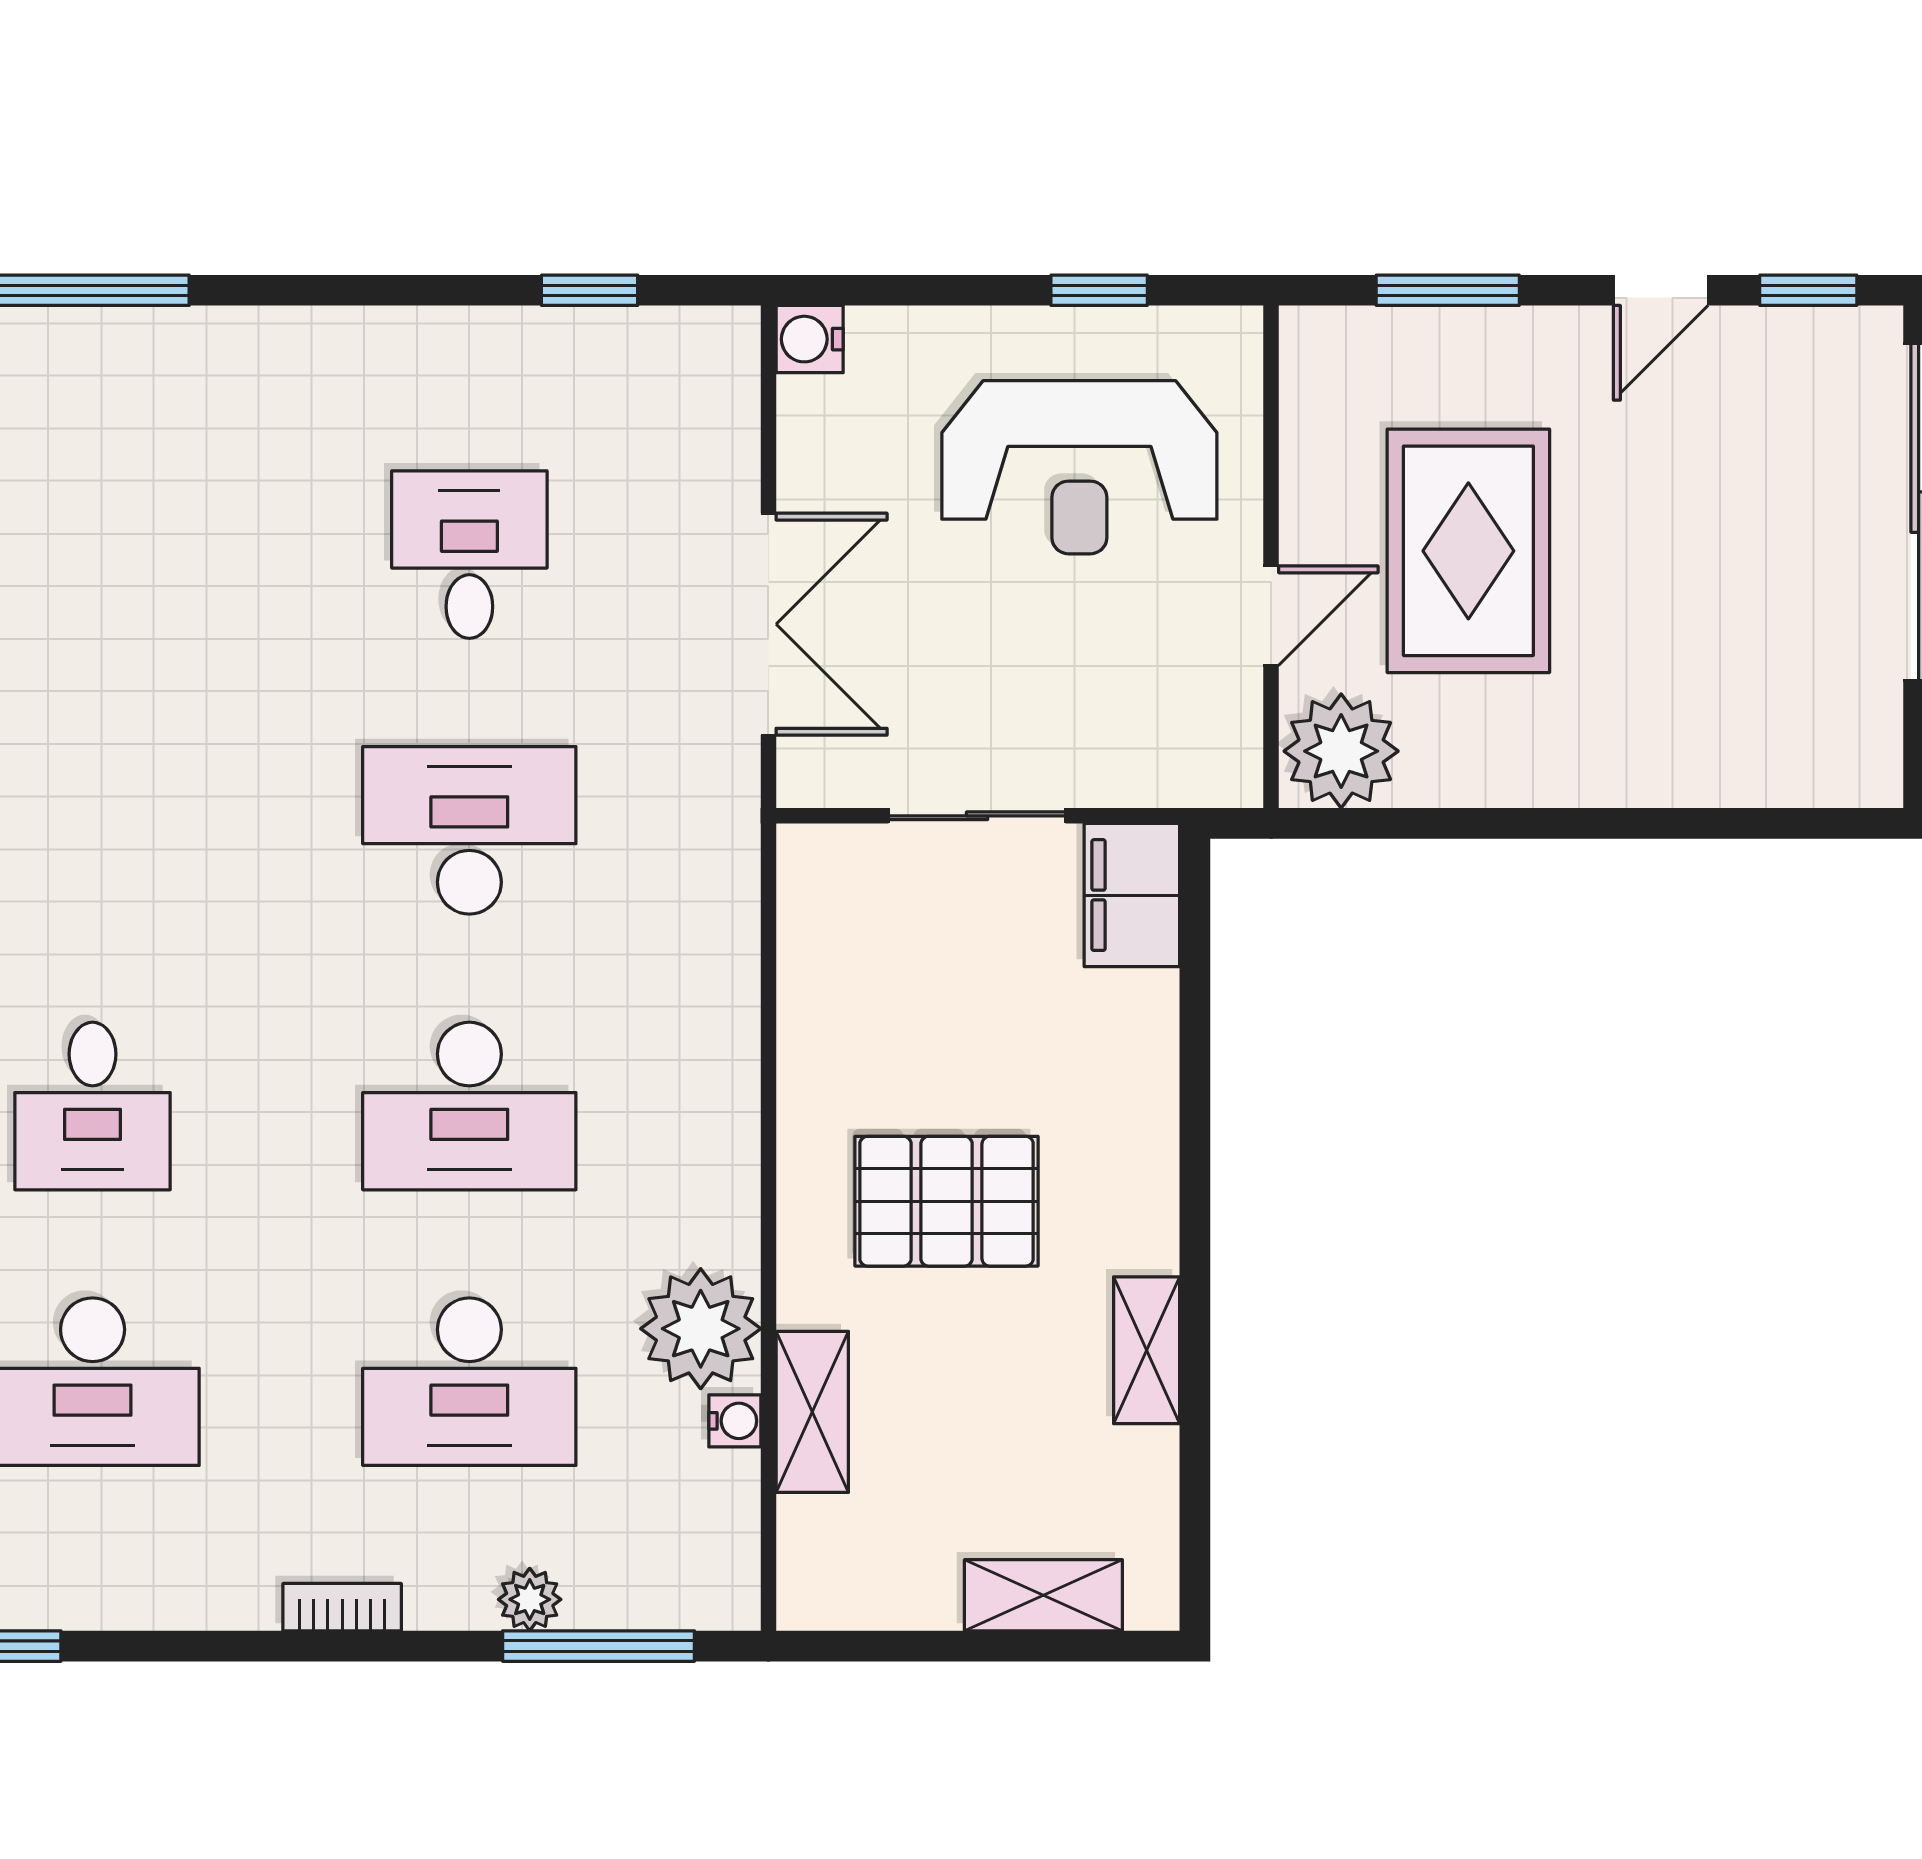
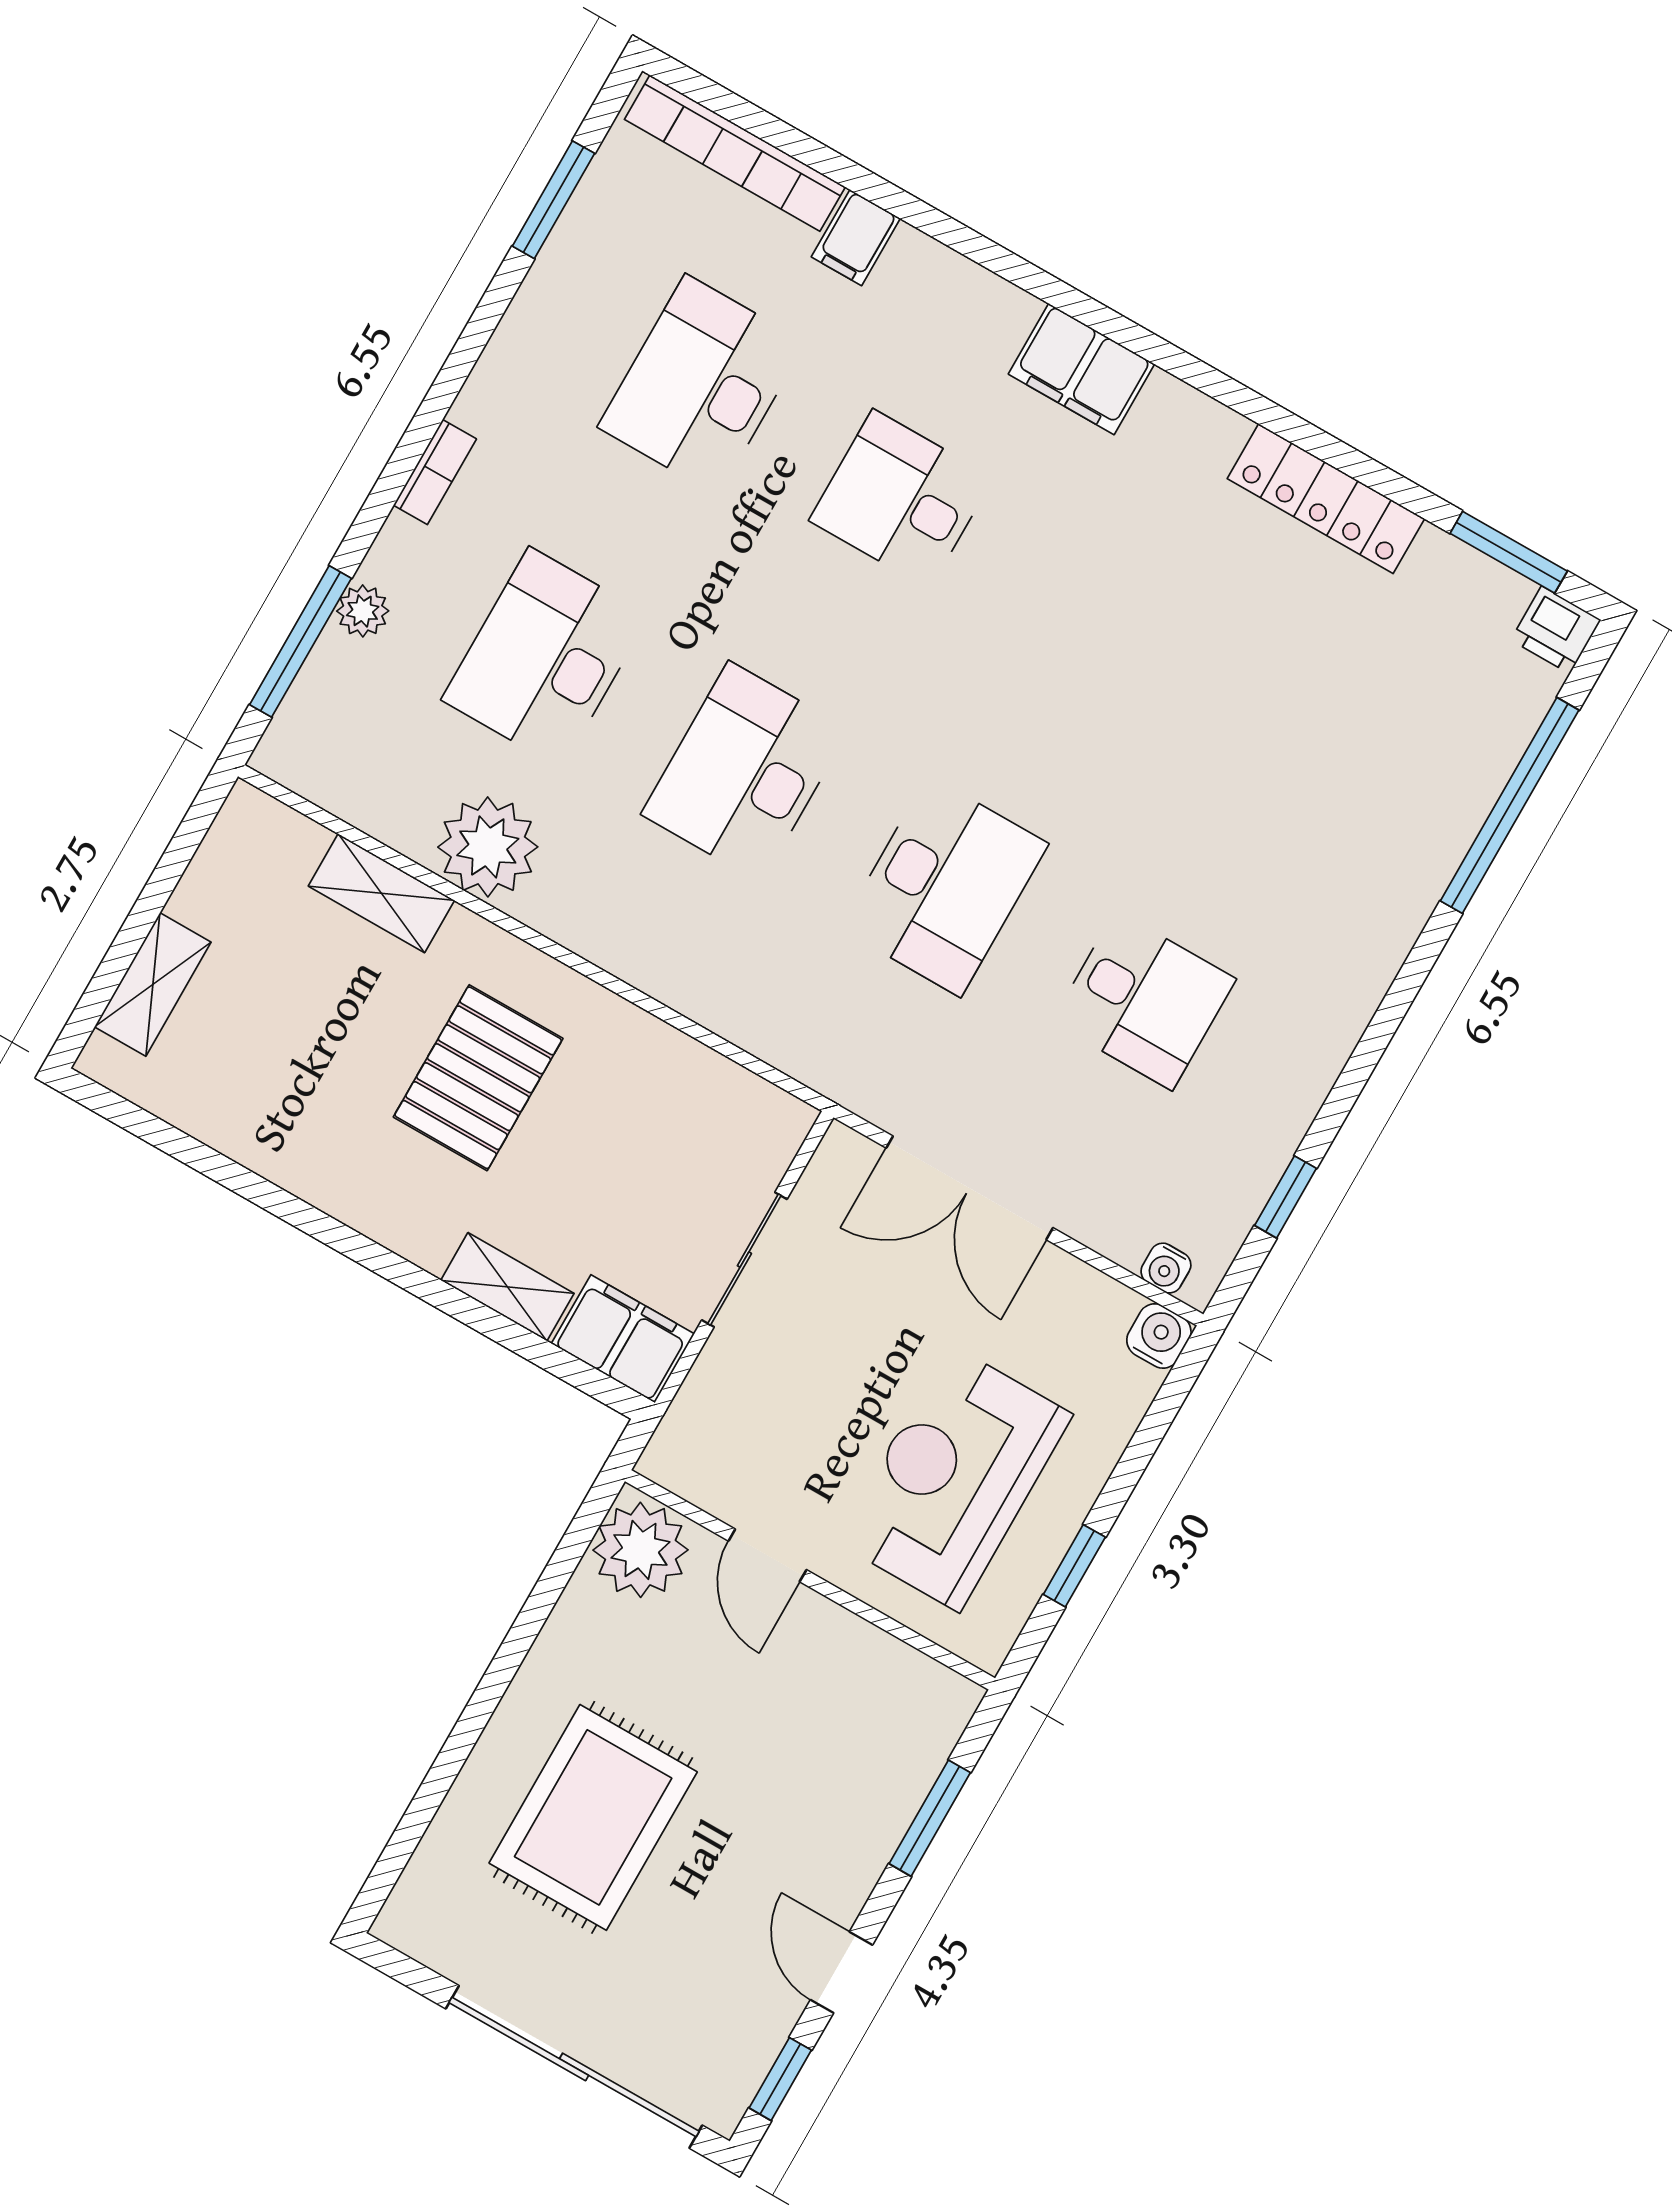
rug: (1468, 551) -> (593, 1817), moved, turned 90
shelving: (1147, 1350) -> (507, 1287), moved
water cooler: (735, 1421) -> (1166, 1268), moved

